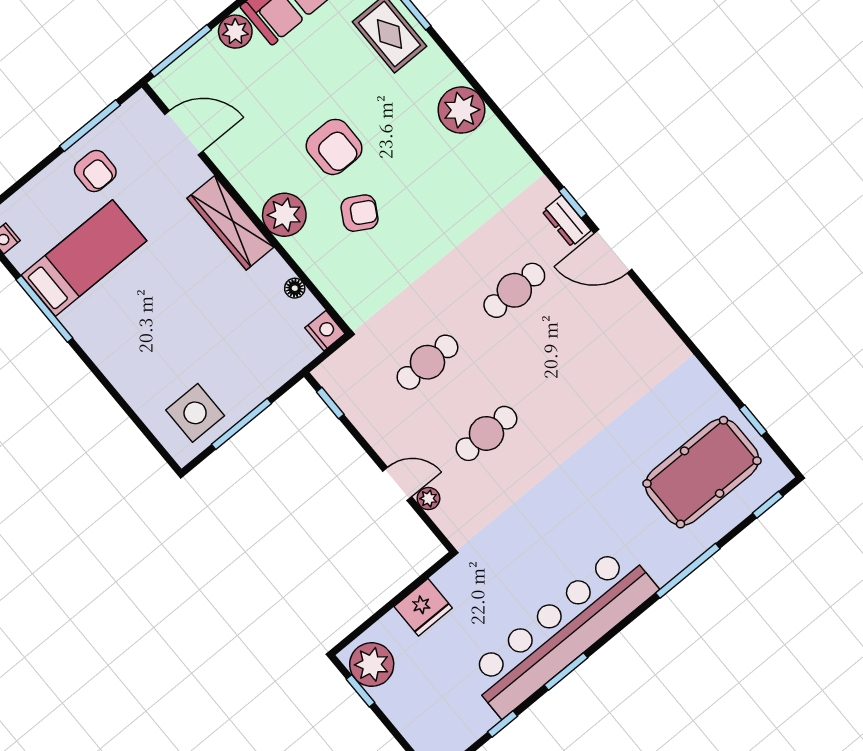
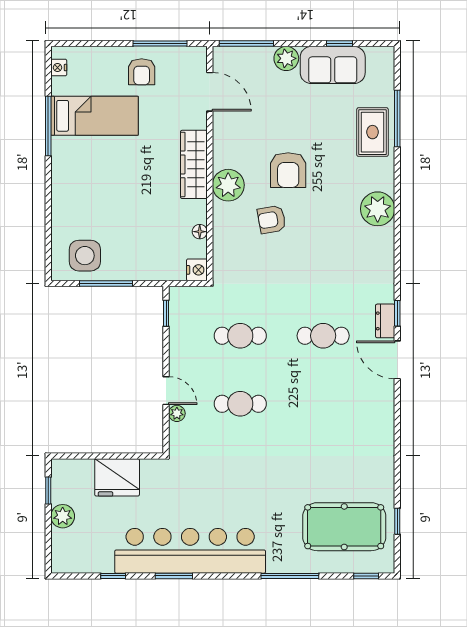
armchair: (360, 213) -> (272, 219), turned 140
fridge: (423, 607) -> (117, 477), width x1.36, depth x1.34
plant: (372, 664) -> (63, 516), moved, width x0.73, depth x0.73

